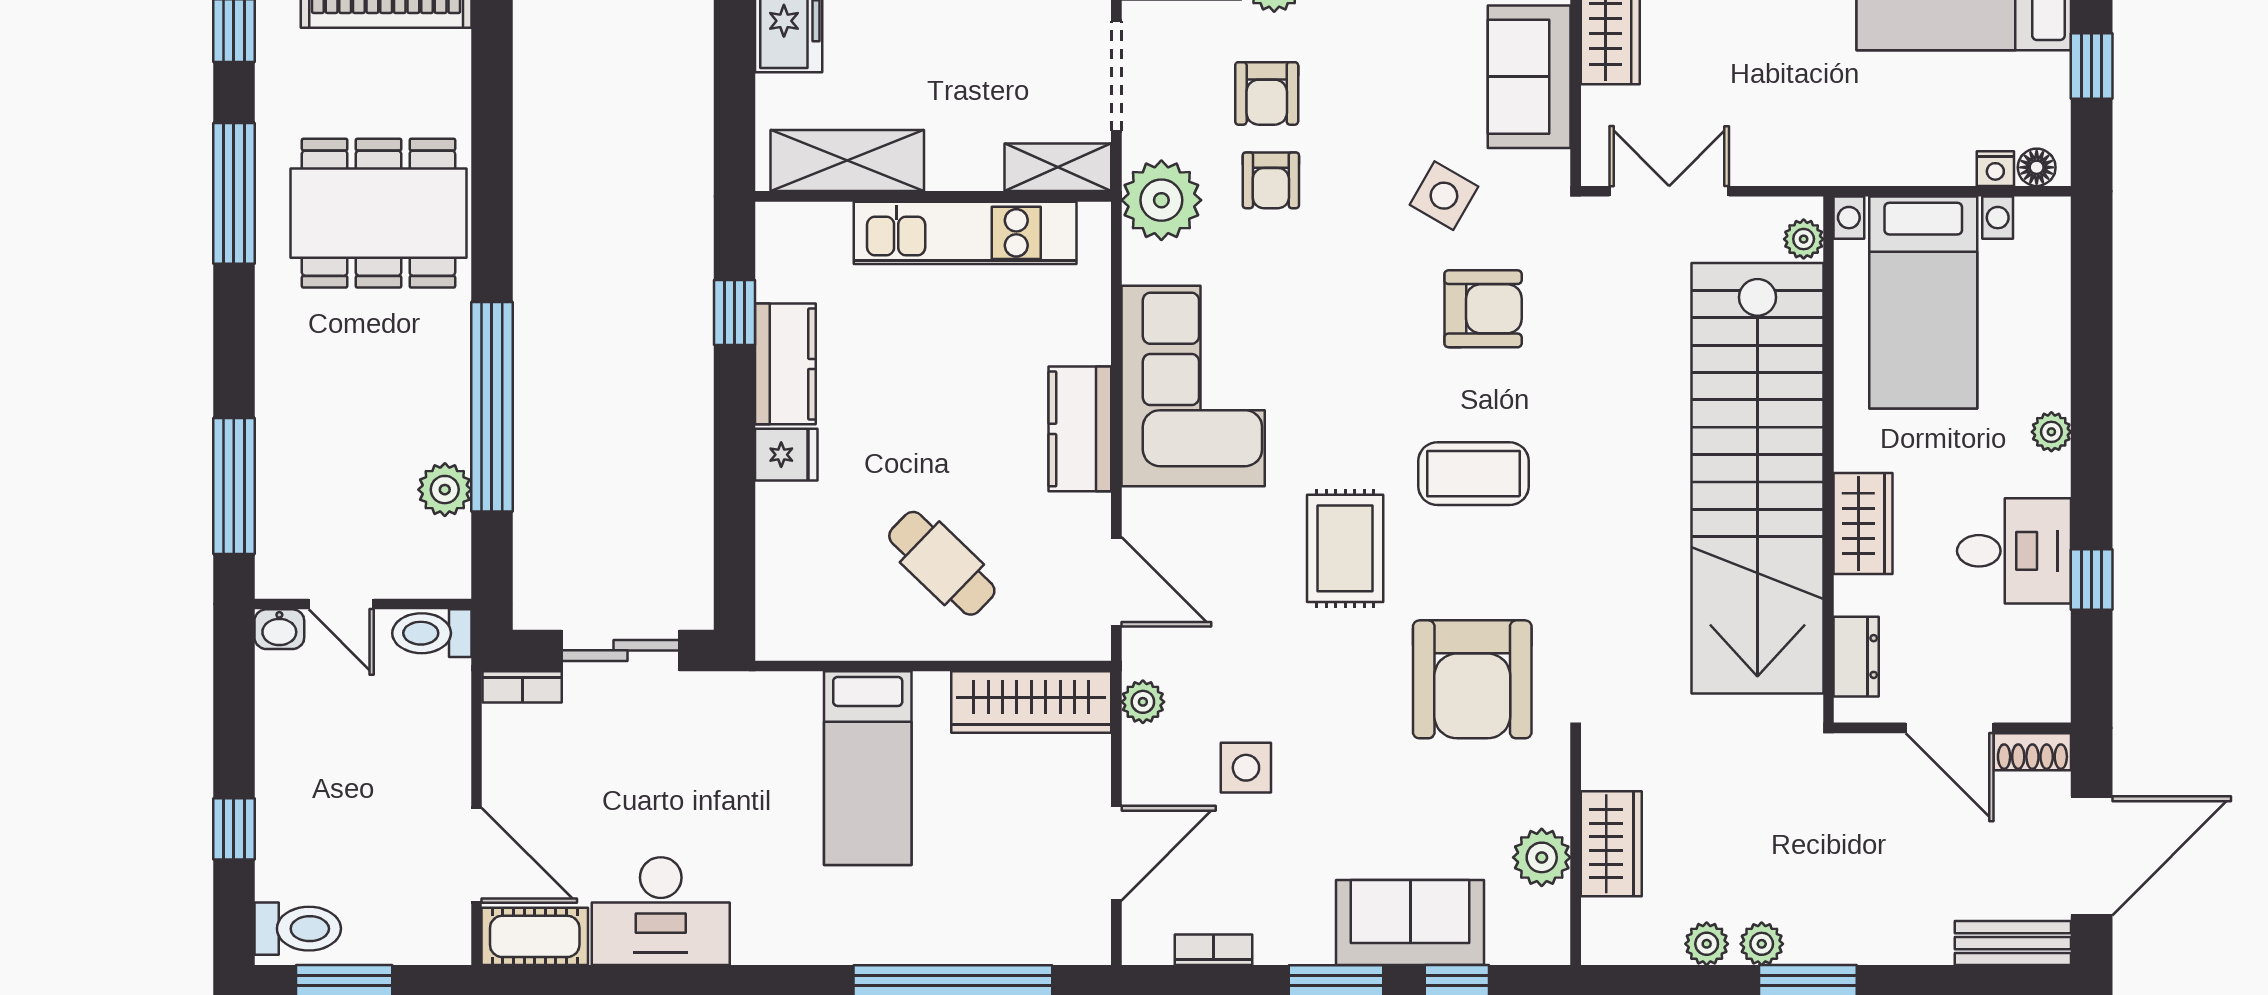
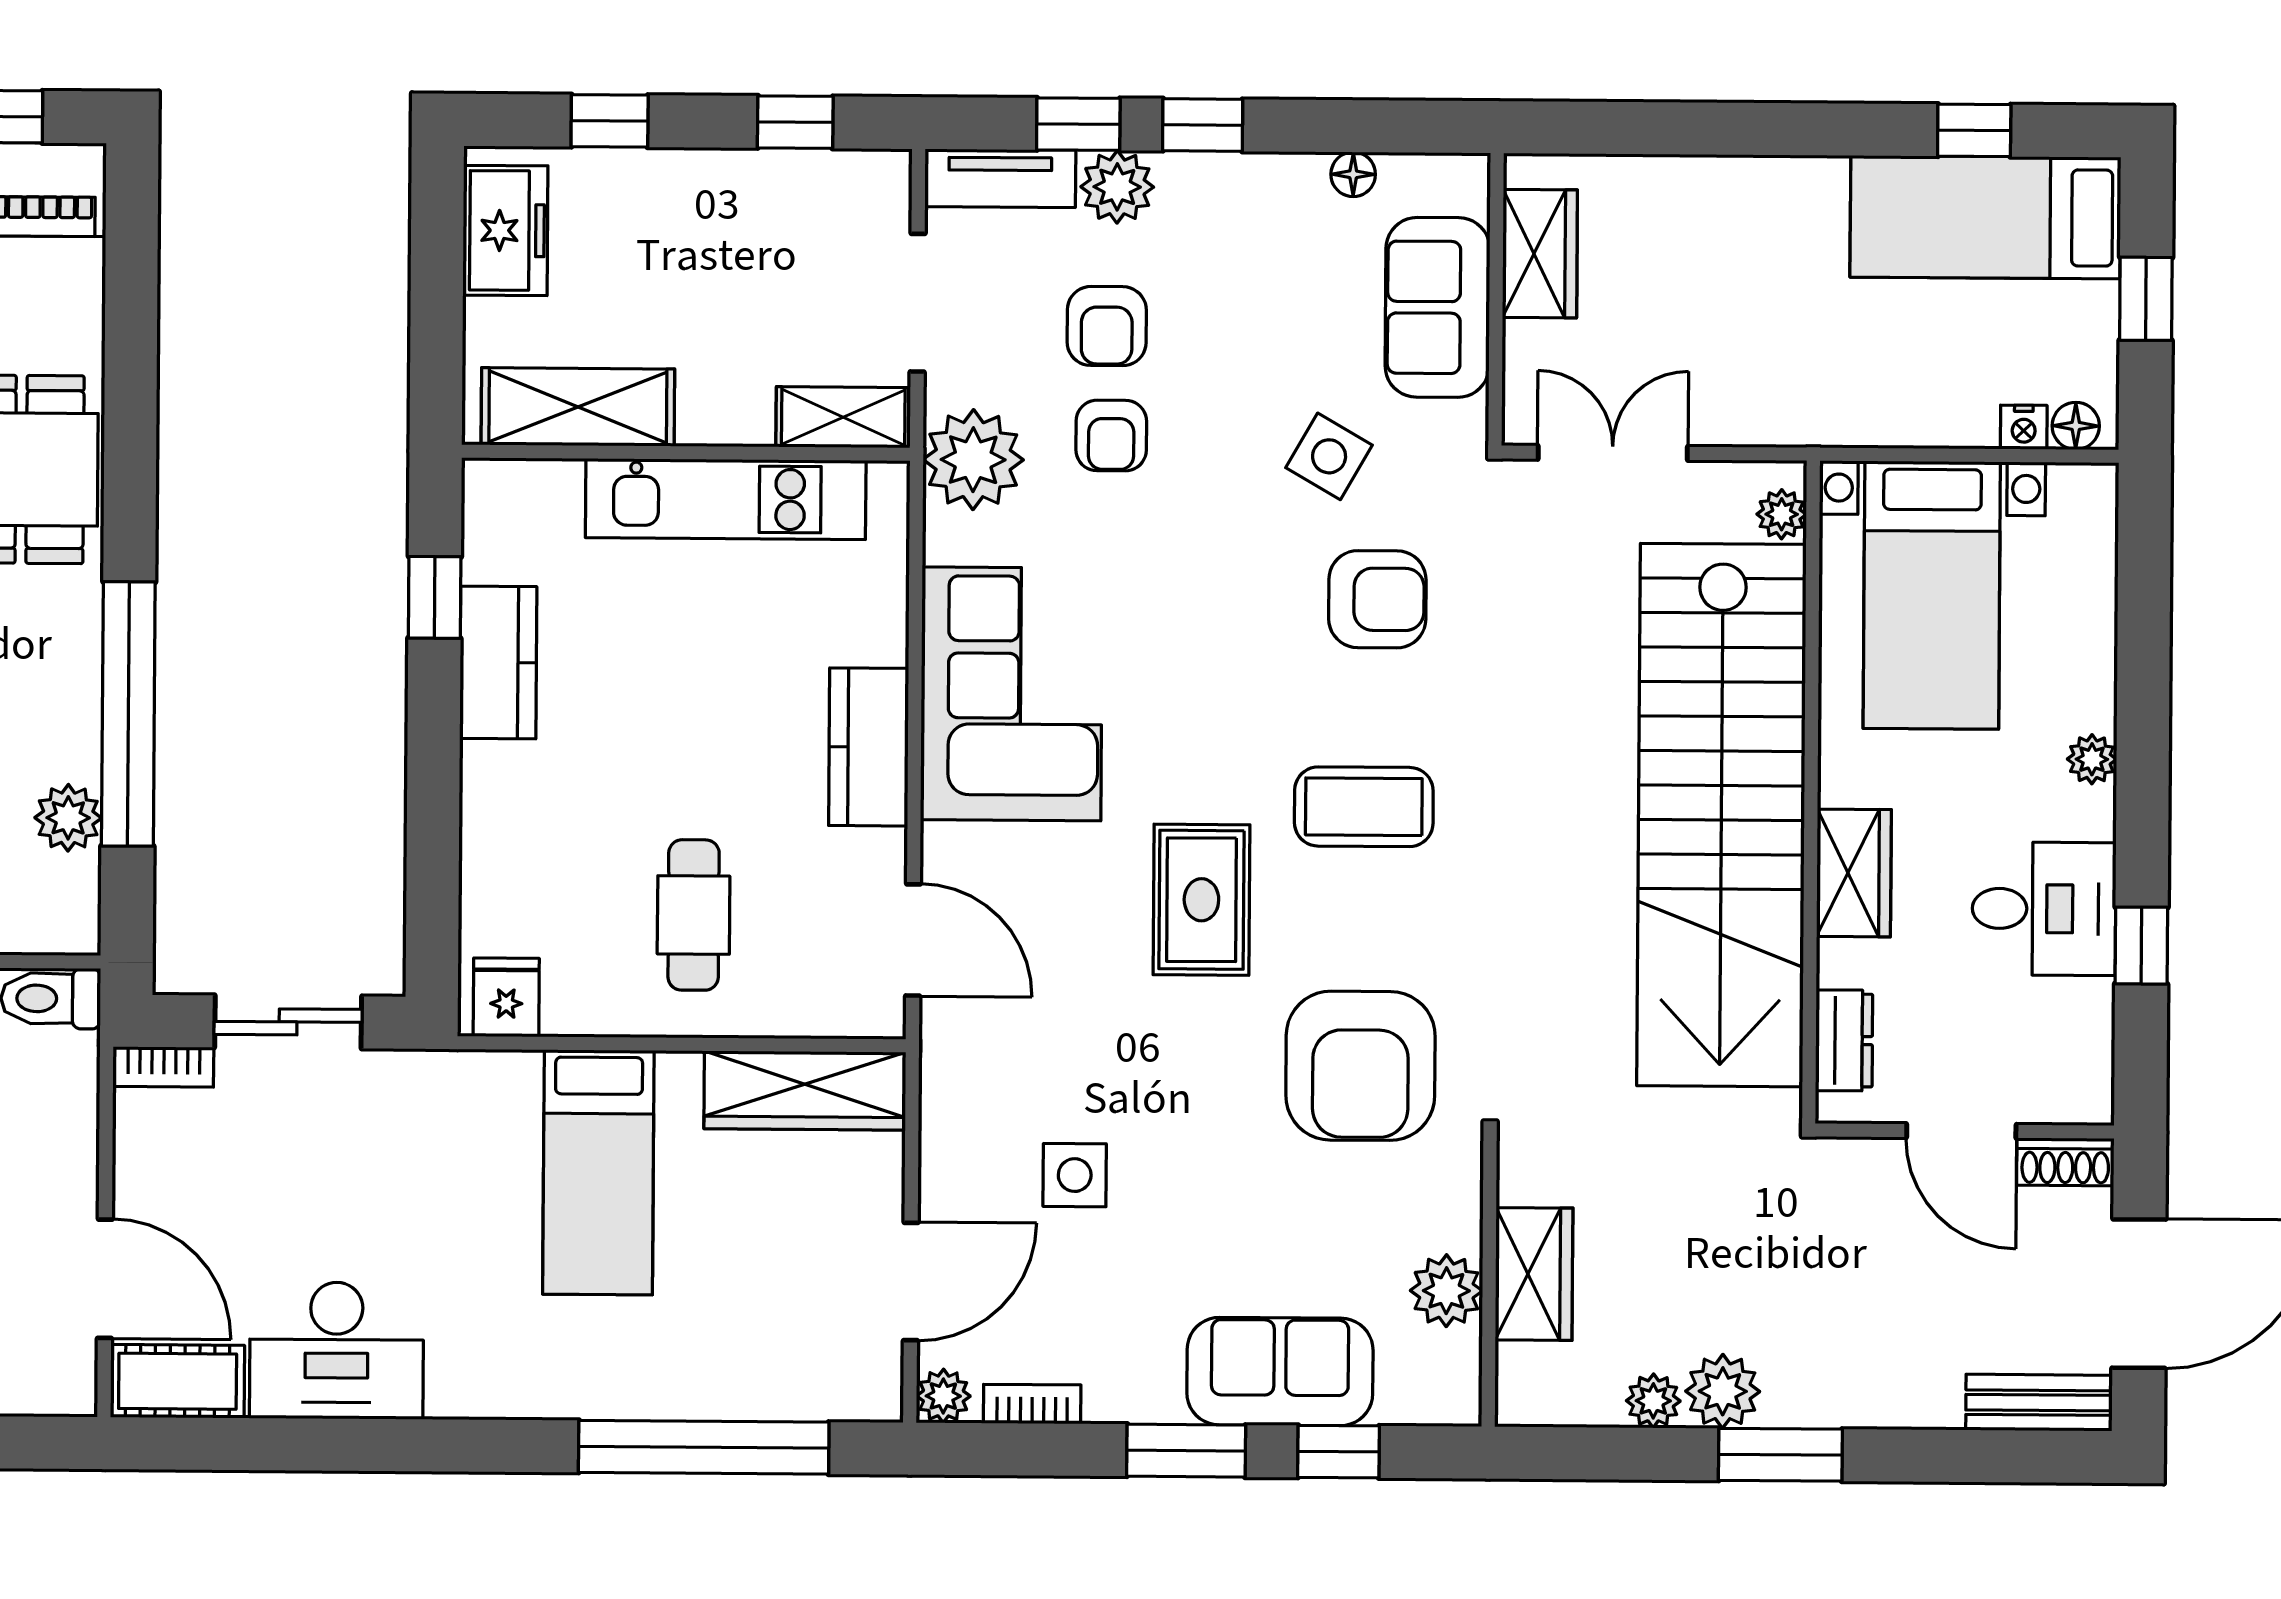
fridge: (786, 455) -> (506, 997), moved, turned -90
cafe table: (942, 563) -> (694, 915), turned 46
plant: (1143, 702) -> (943, 1396), moved
plant: (1762, 944) -> (1723, 1391), width x1.38, depth x1.38

